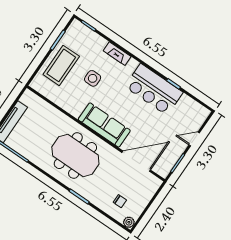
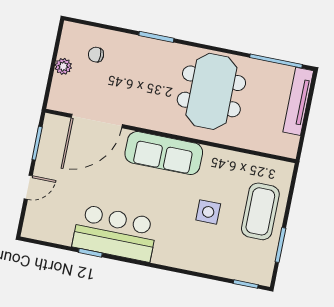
fireplace: (117, 54) -> (188, 262), removed
meeting table: (75, 156) -> (211, 91), moved, turned 90
plant: (129, 222) -> (63, 66), moved

